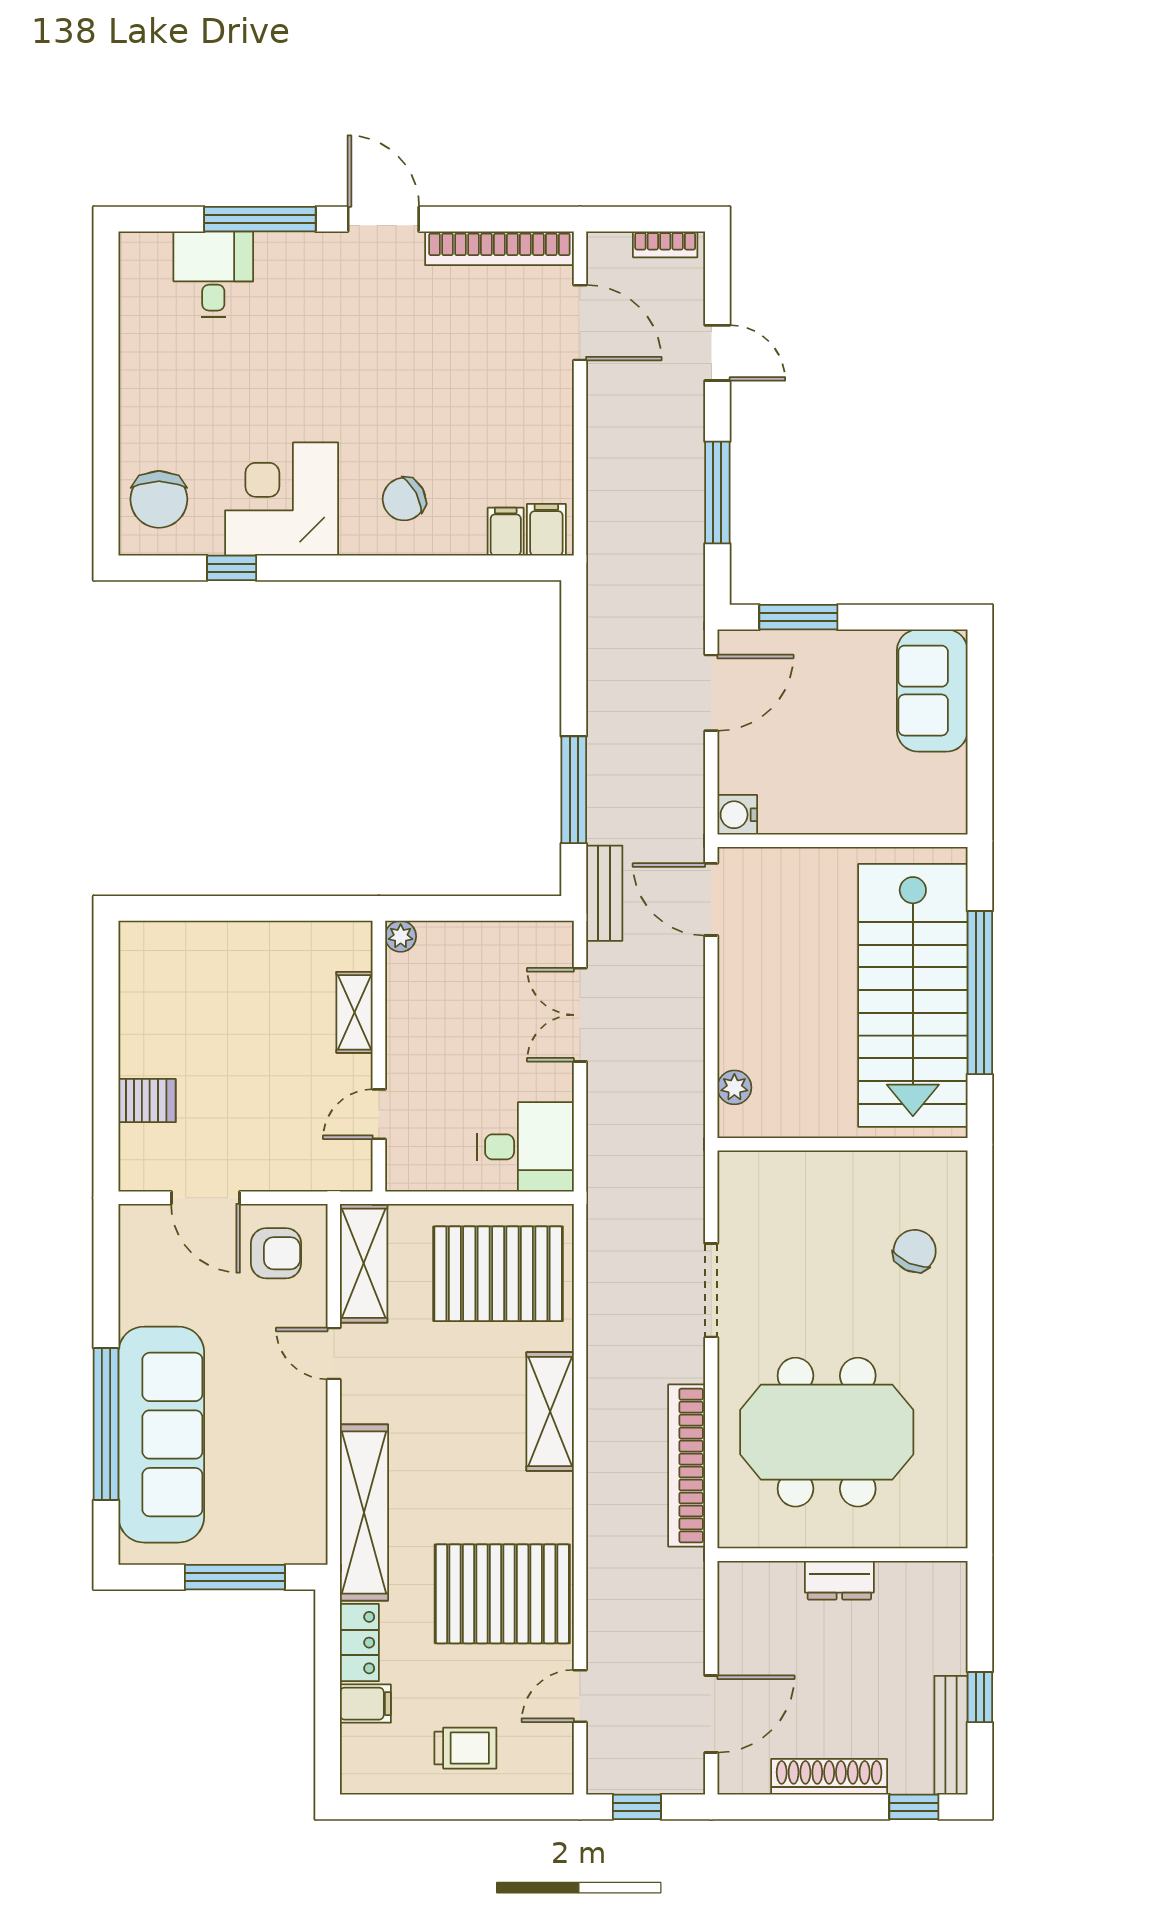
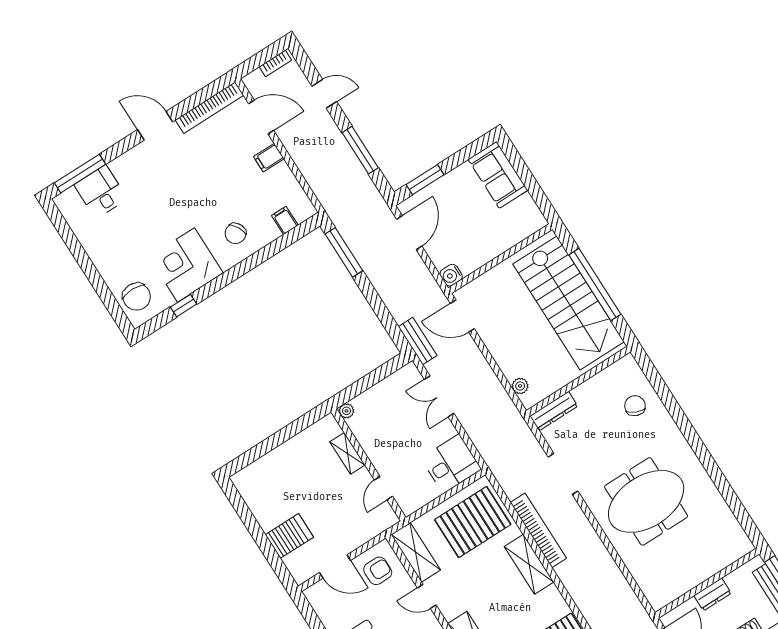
window: (260, 219) -> (80, 174), moved
filing cabinet: (546, 530) -> (269, 158), moved, turned -90
window: (574, 790) -> (344, 252), moved
server rack: (147, 1101) -> (289, 536), width x1.36, depth x1.44
dresser: (765, 1169) -> (554, 411), added
bookcase: (687, 1466) -> (538, 530), moved, turned 180
wall: (842, 1555) -> (707, 583), moved
dresser: (839, 1580) -> (712, 594), moved

